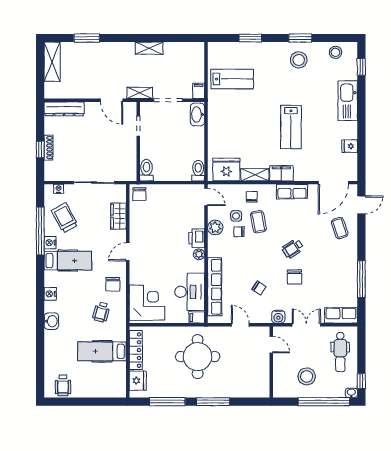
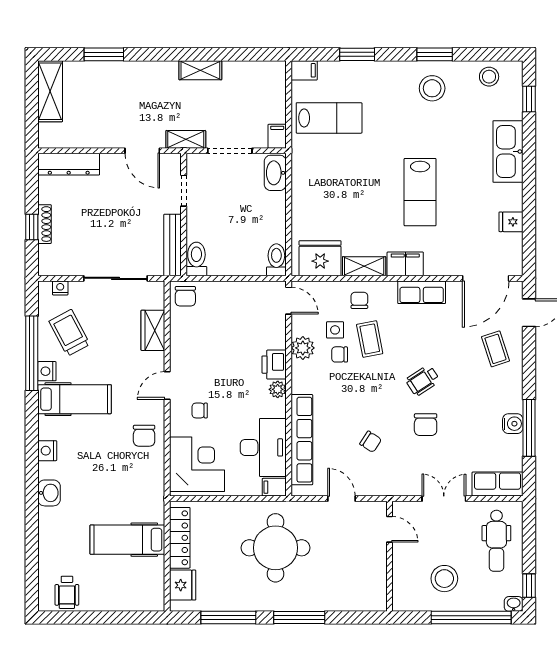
filing cabinet: (216, 48) -> (304, 70), added
bench: (131, 161) -> (173, 245), added
chair: (149, 268) -> (200, 411), added
wheelchair: (101, 312) -> (126, 479), removed
water cooler: (278, 317) -> (513, 424), moved, turned -90

